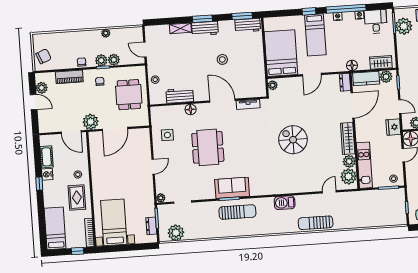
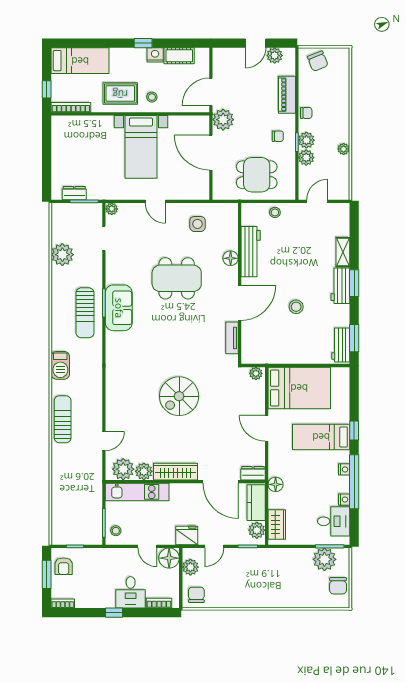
workbench: (180, 96) -> (251, 252), width x1.38
spiral stairs: (293, 140) -> (179, 396), turned 180
door: (329, 192) -> (104, 441), hinge flipped
barbecue: (285, 203) -> (60, 365), moved, turned 180
bed with nightstands: (114, 222) -> (141, 147), moved, turned 90
plant: (176, 233) -> (62, 255), moved

